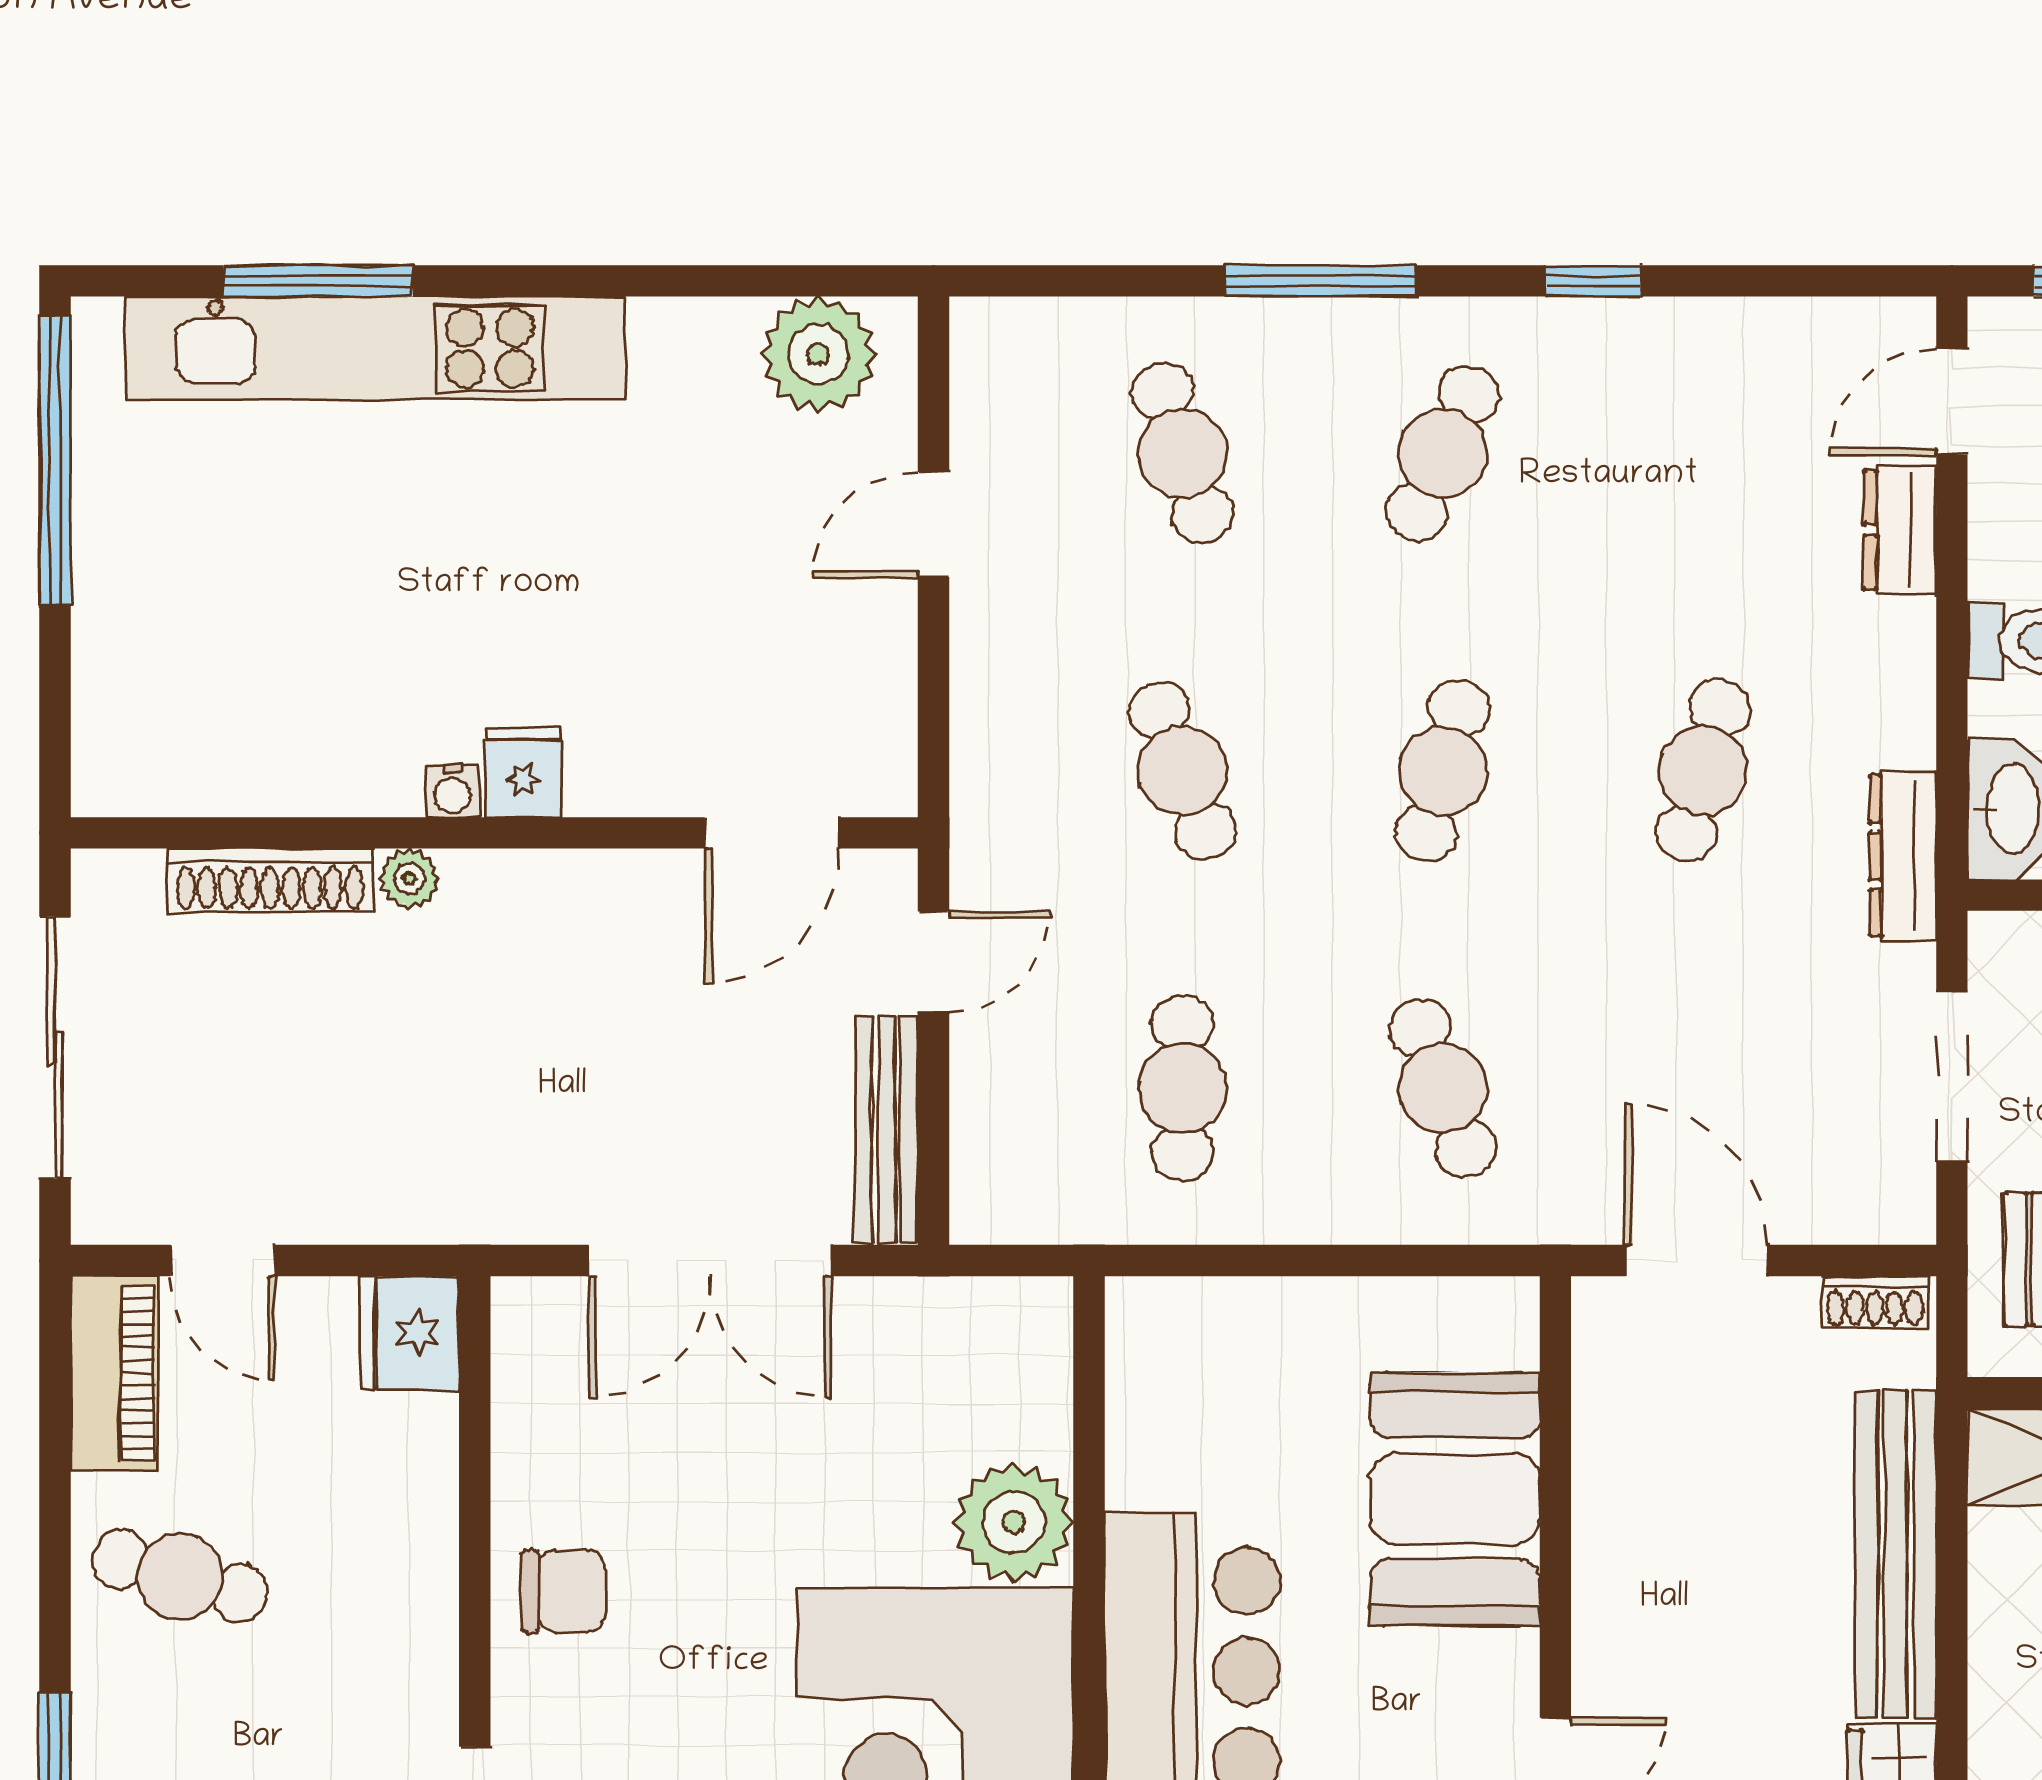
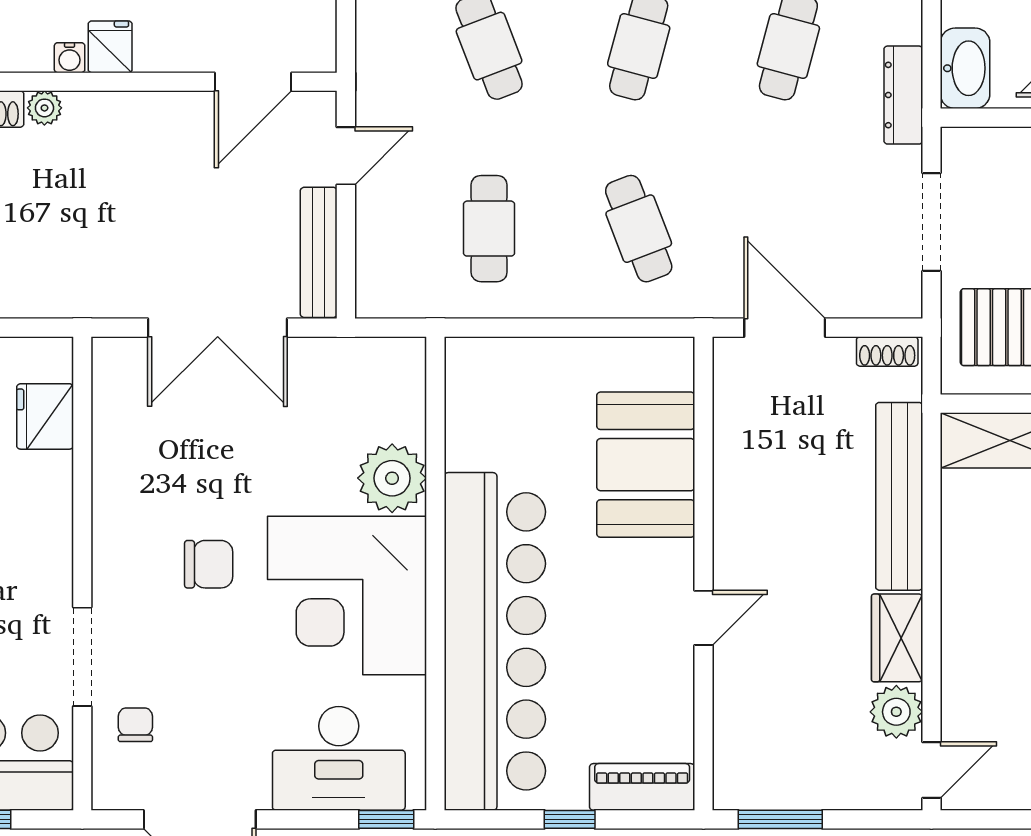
fridge: (410, 1333) -> (45, 416), moved
chair: (564, 1591) -> (209, 564), moved

